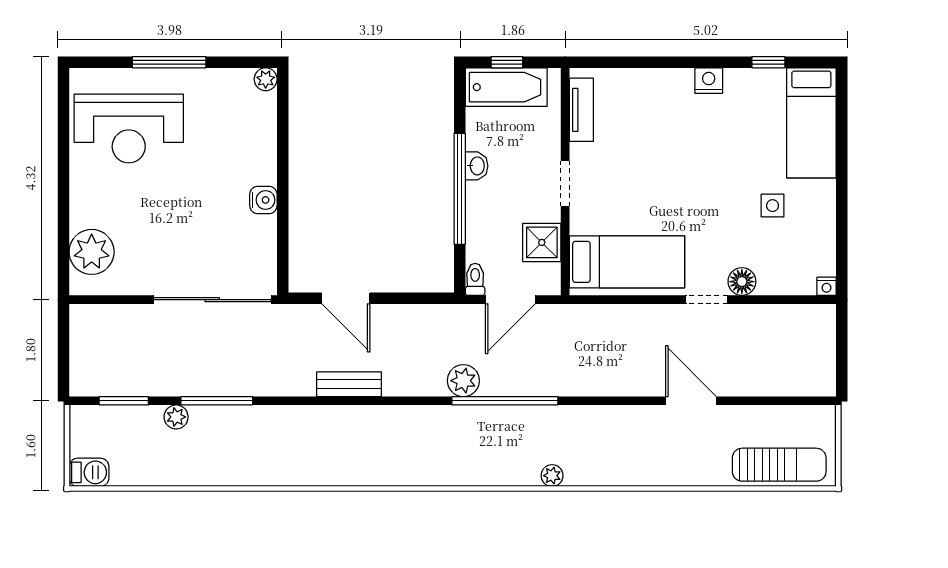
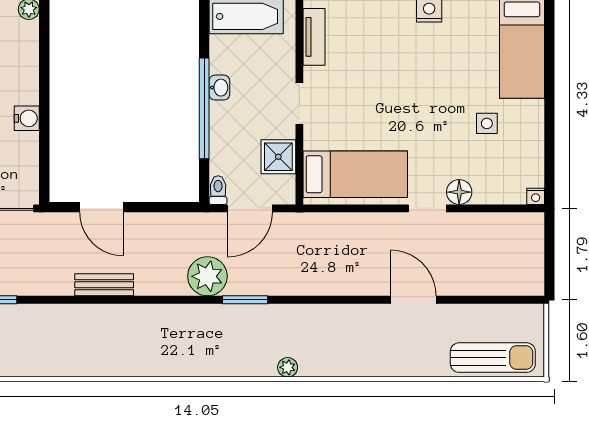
plant: (463, 381) -> (207, 276), width x1.36, depth x1.36
window: (505, 401) -> (245, 300), width x0.47

